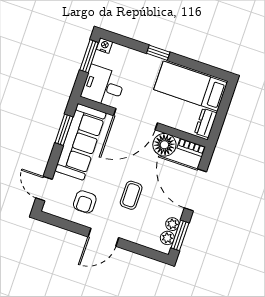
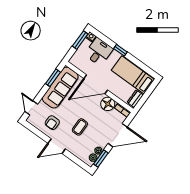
desk: (103, 86) -> (99, 52), moved, turned 90
door: (195, 190) -> (118, 135), swing flipped

